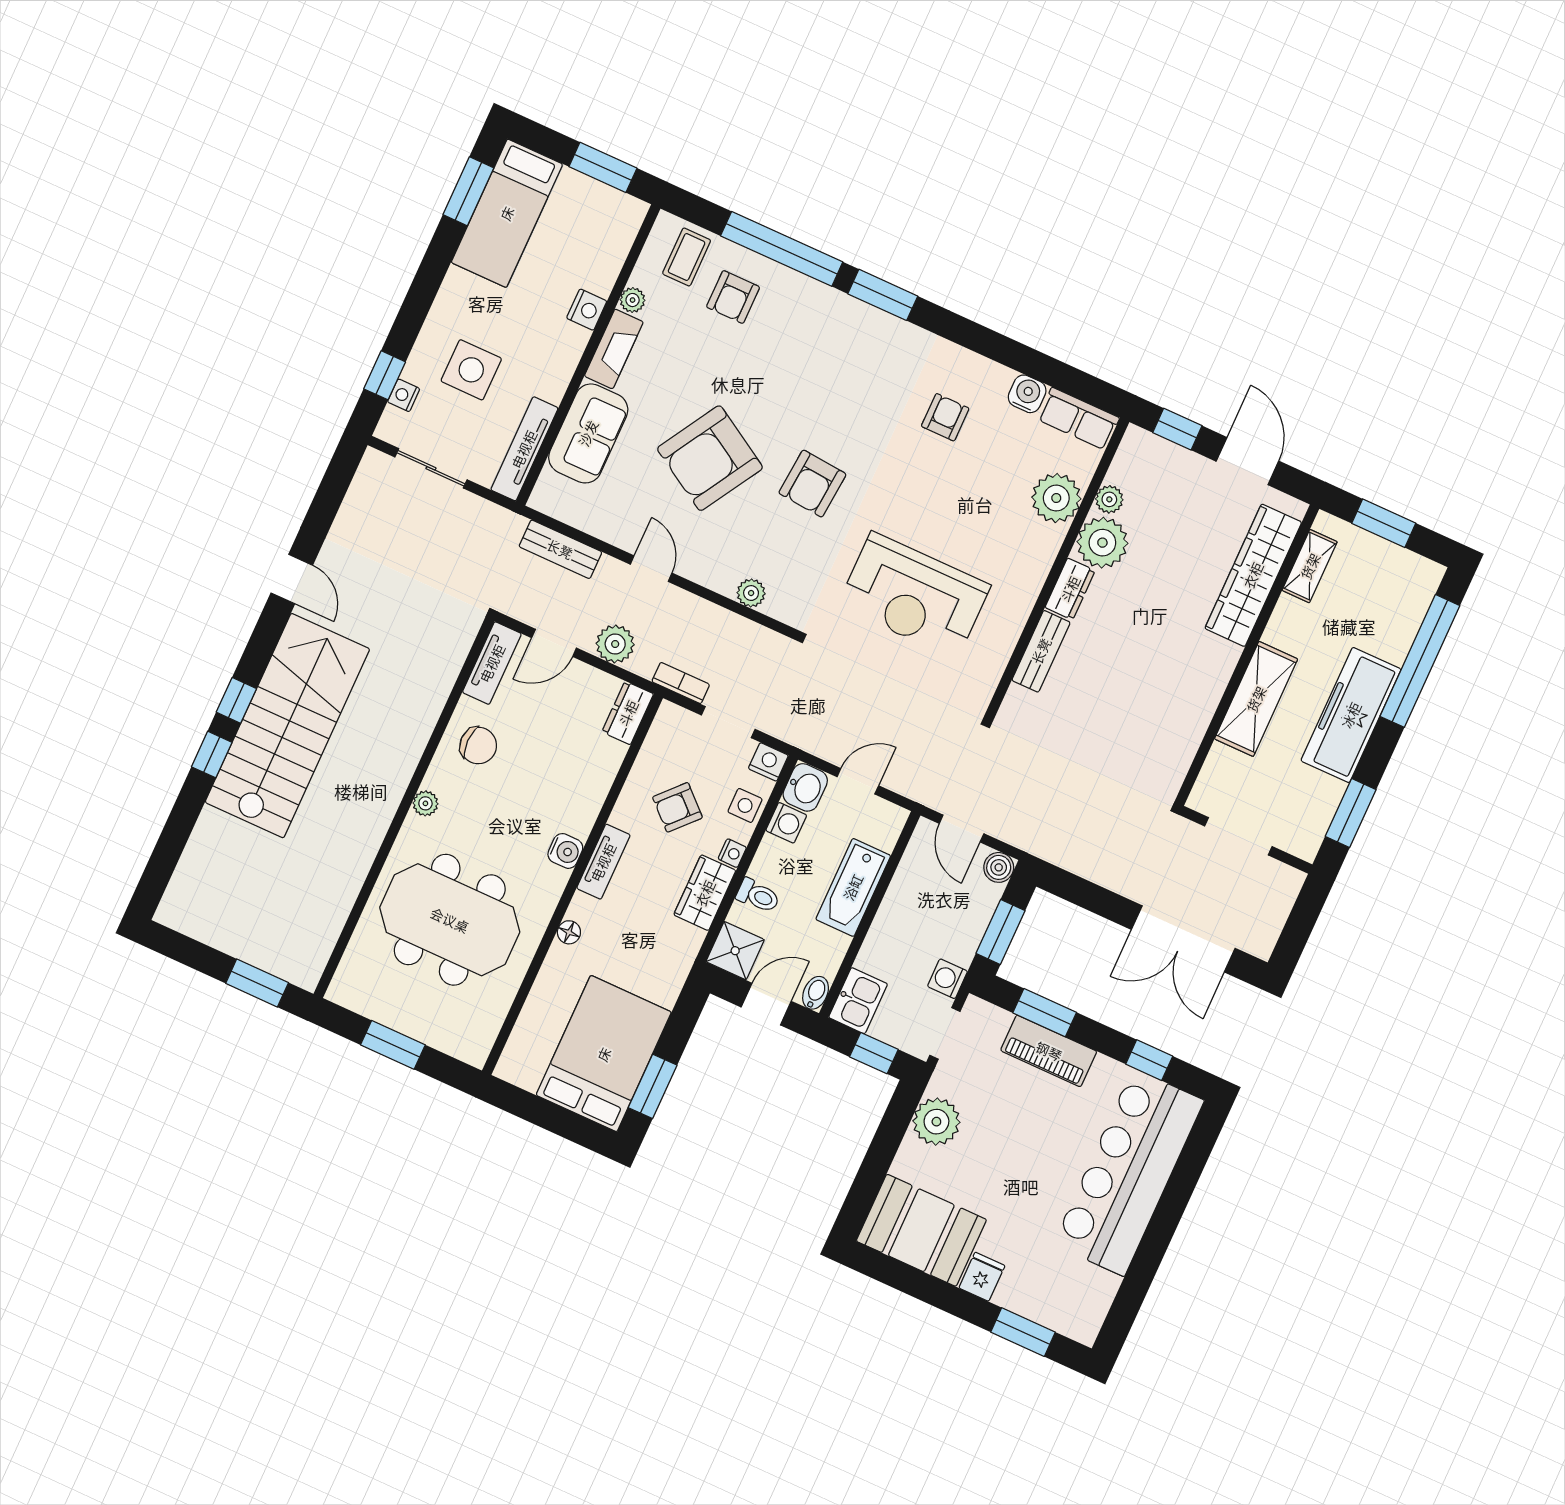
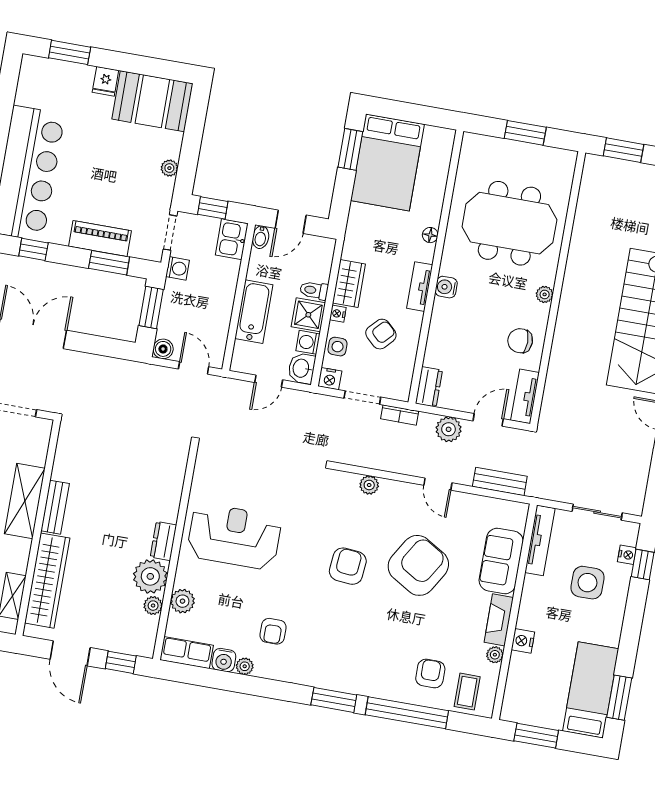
plant: (999, 377) -> (245, 666), added
plant: (1056, 498) -> (182, 601), width x0.73, depth x0.73
reception desk: (914, 596) -> (234, 536), moved
bench: (1041, 651) -> (55, 507), moved
shower: (735, 951) -> (308, 315), moved
plant: (936, 1122) -> (169, 168), width x0.53, depth x0.53

